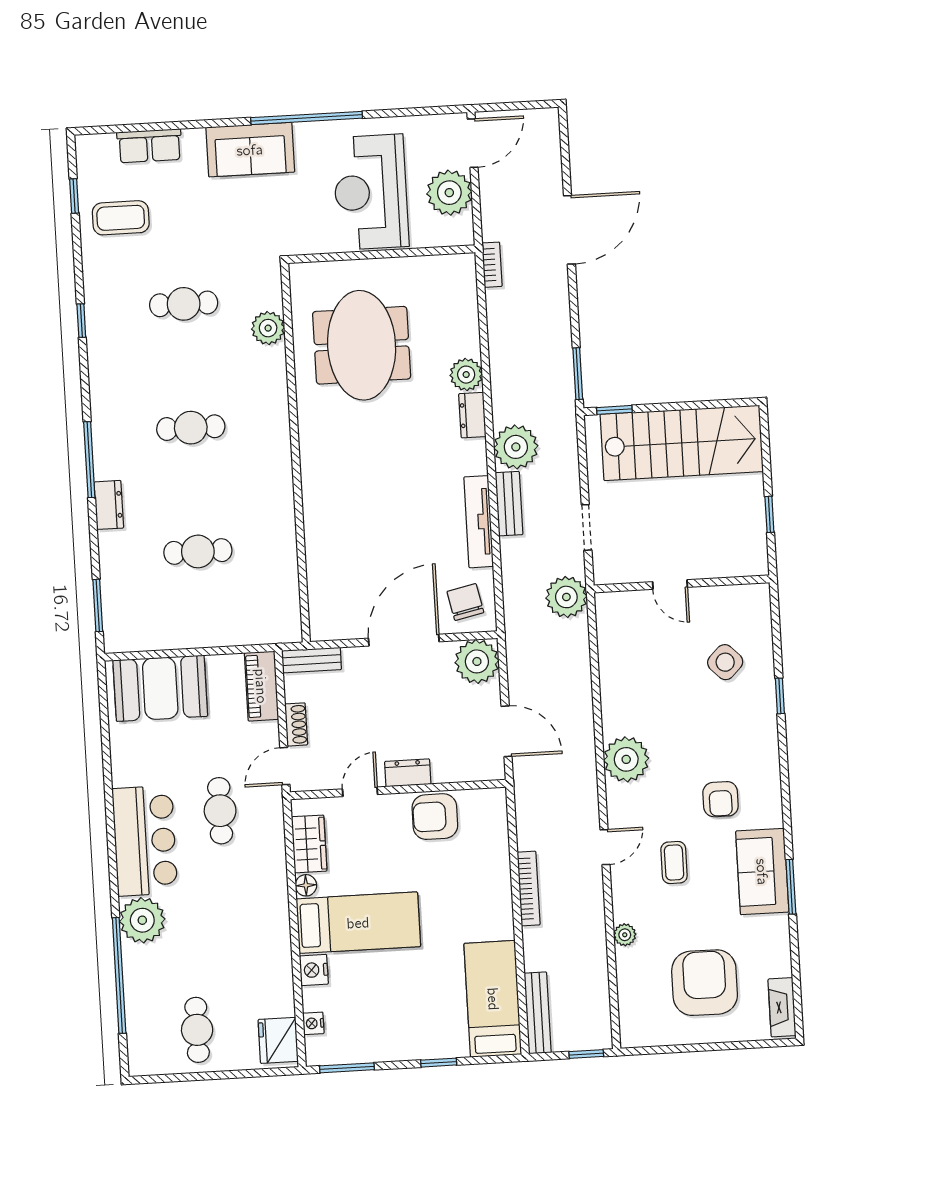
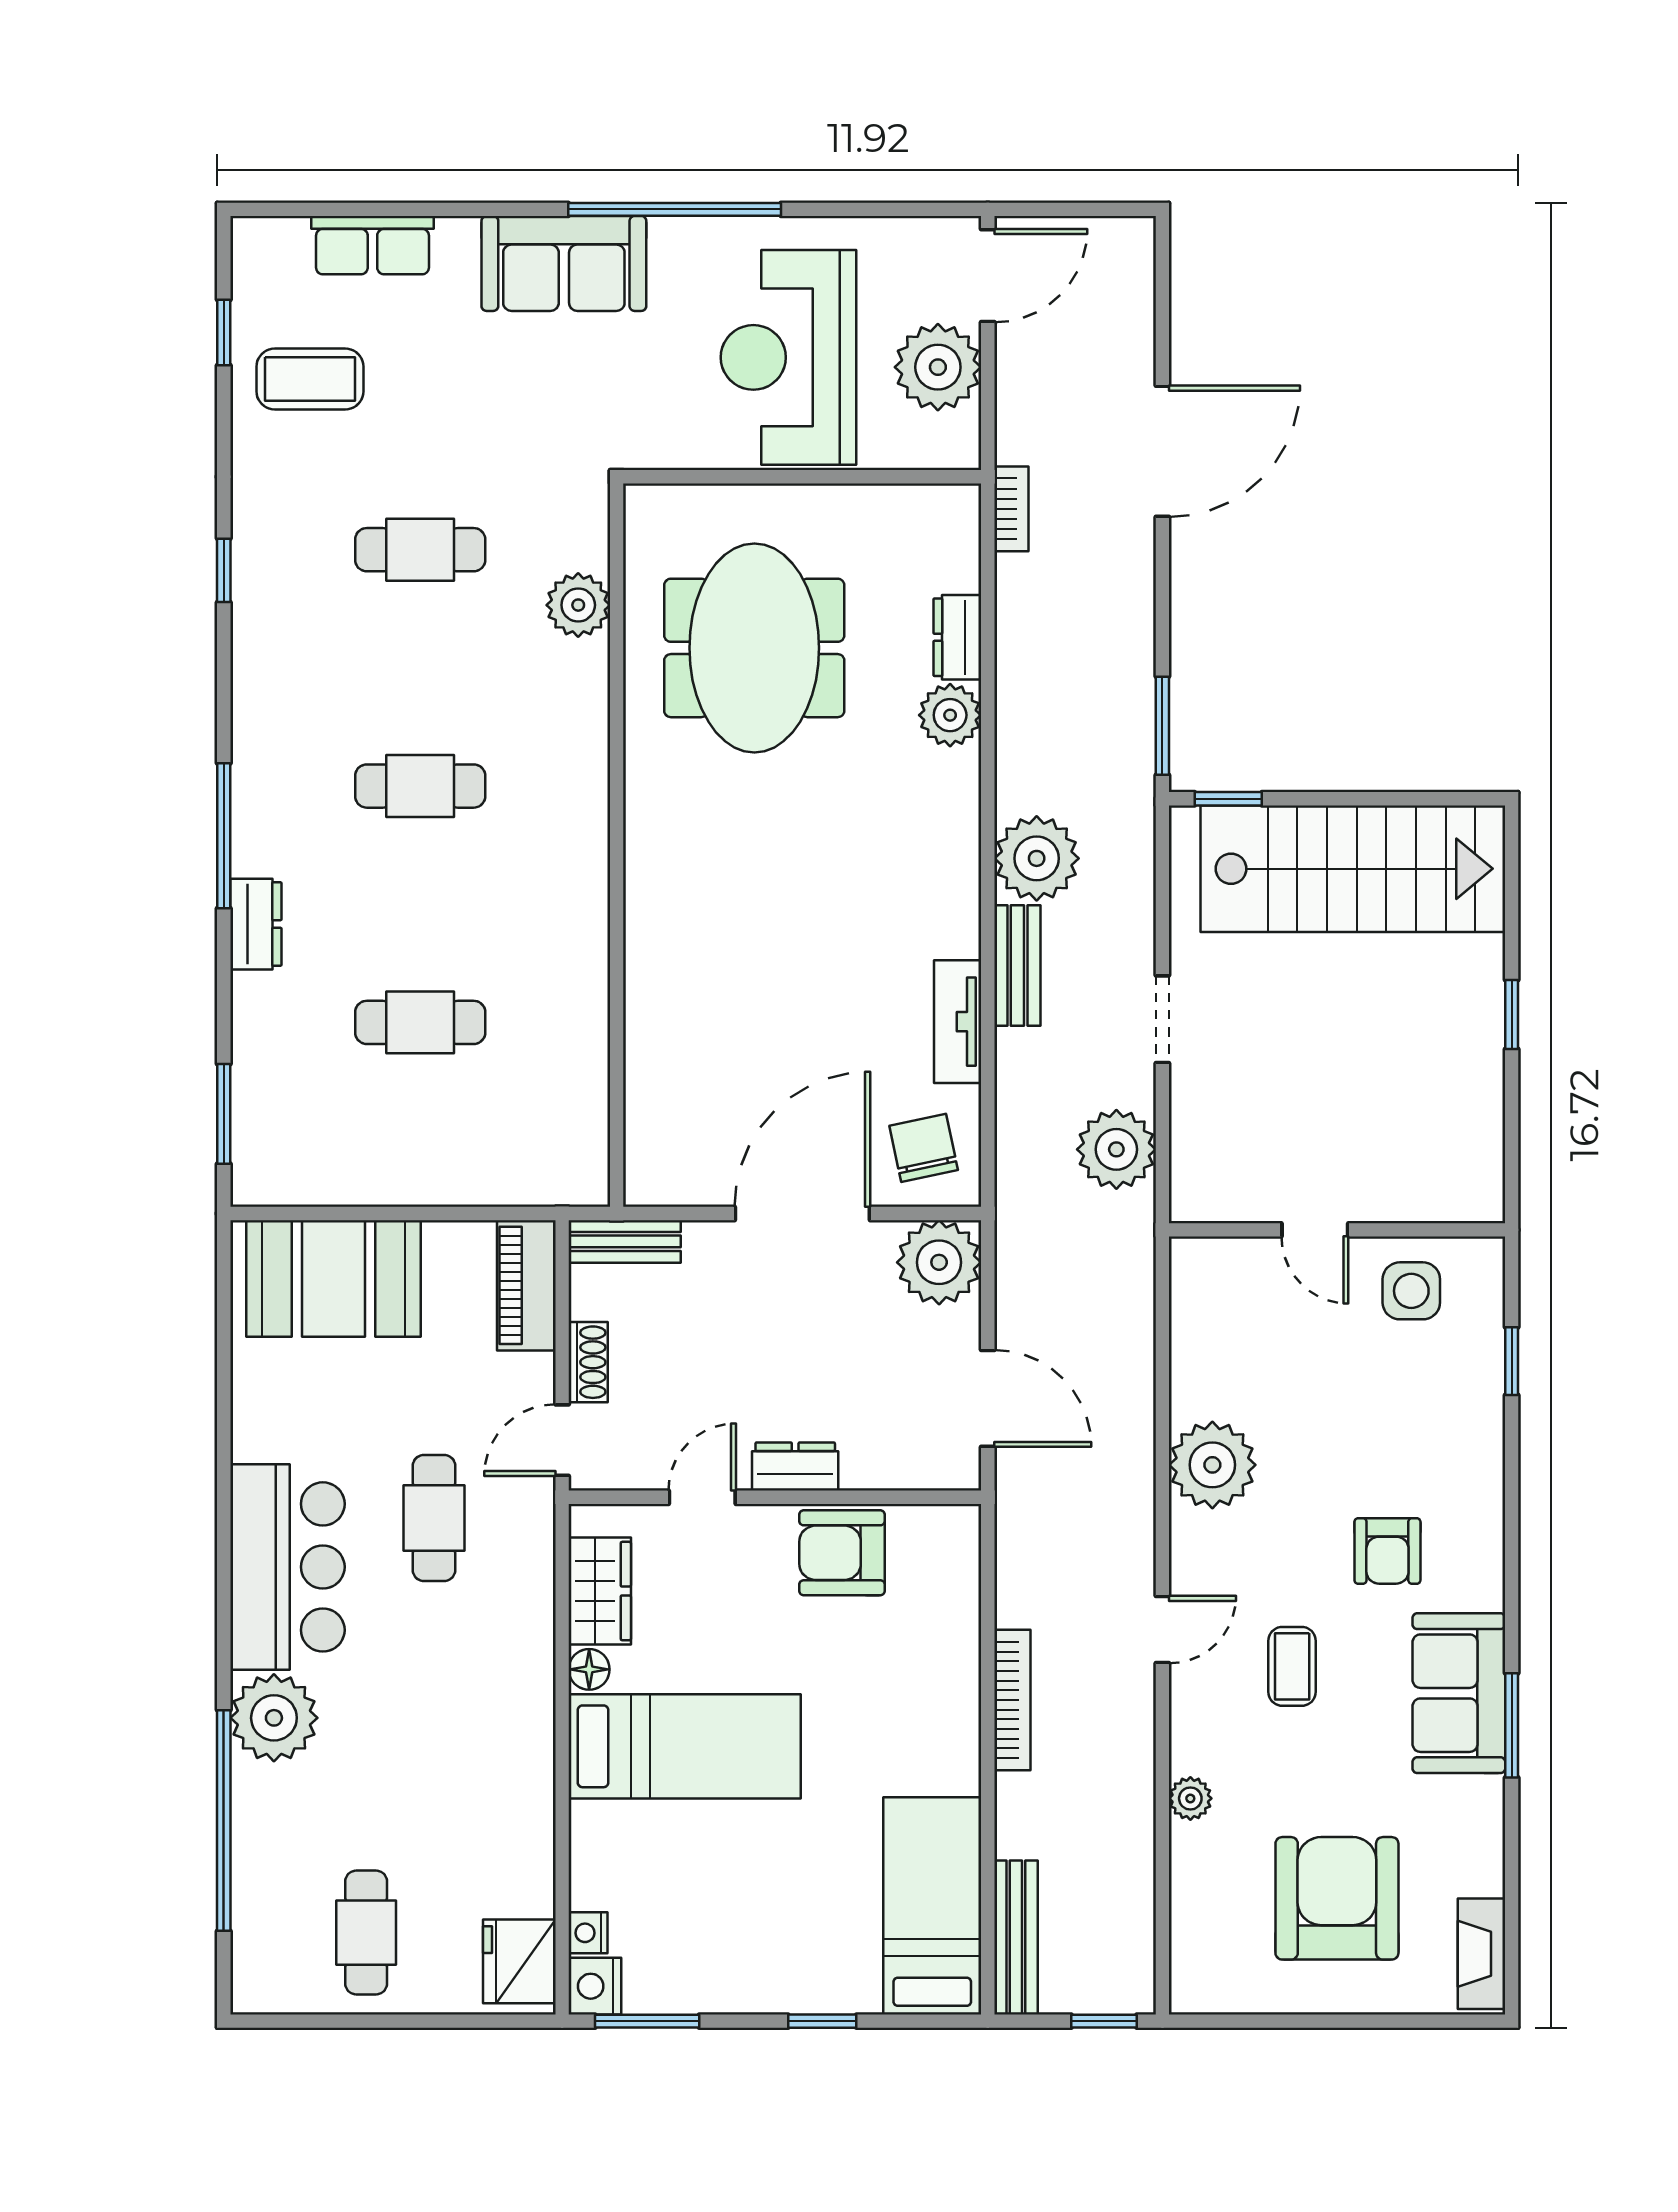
dresser: (472, 415) -> (957, 637), moved
tv unit: (479, 522) -> (958, 1022), width x0.71
wall: (682, 584) -> (1337, 1230), moved
door: (670, 585) -> (1315, 1230), moved
side table: (725, 662) -> (1411, 1291), turned 45
nightstand: (314, 970) -> (595, 1986), moved

